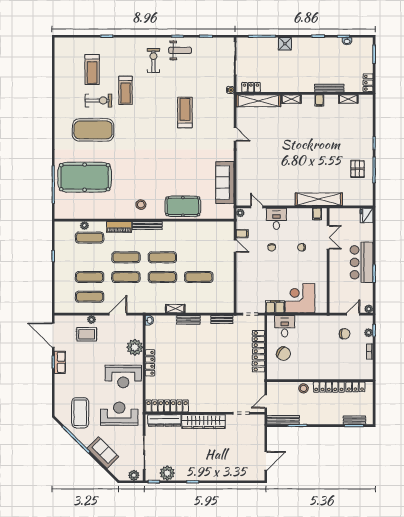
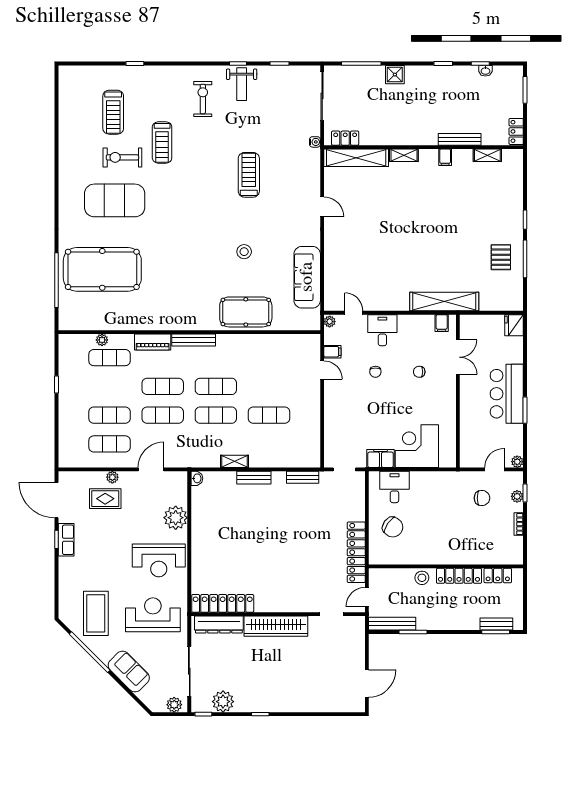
weight bench: (180, 50) -> (242, 84), turned 90
exercise bike: (98, 101) -> (122, 157), turned 180
stool: (141, 205) -> (244, 252), moved
locker: (259, 351) -> (356, 552), moved
locker: (150, 363) -> (198, 540), removed

